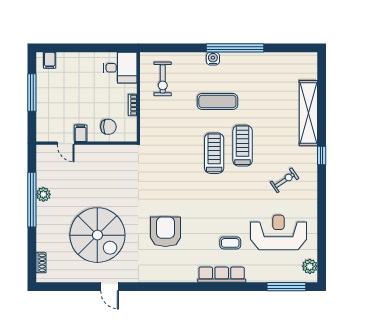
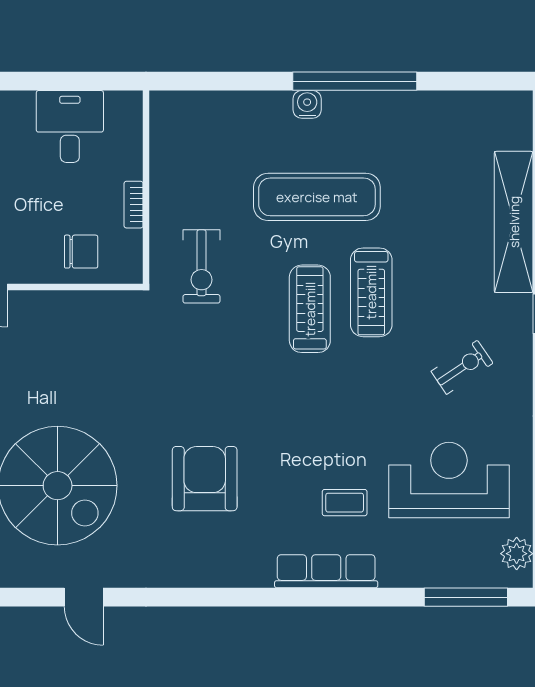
desk: (120, 68) -> (70, 126), moved, turned -90
exercise bike: (163, 79) -> (201, 266), moved
exercise mat: (217, 101) -> (317, 197), width x1.36, depth x1.45
filing cabinet: (81, 133) -> (21, 266), removed
treadmill: (243, 146) -> (371, 292), turned 180

